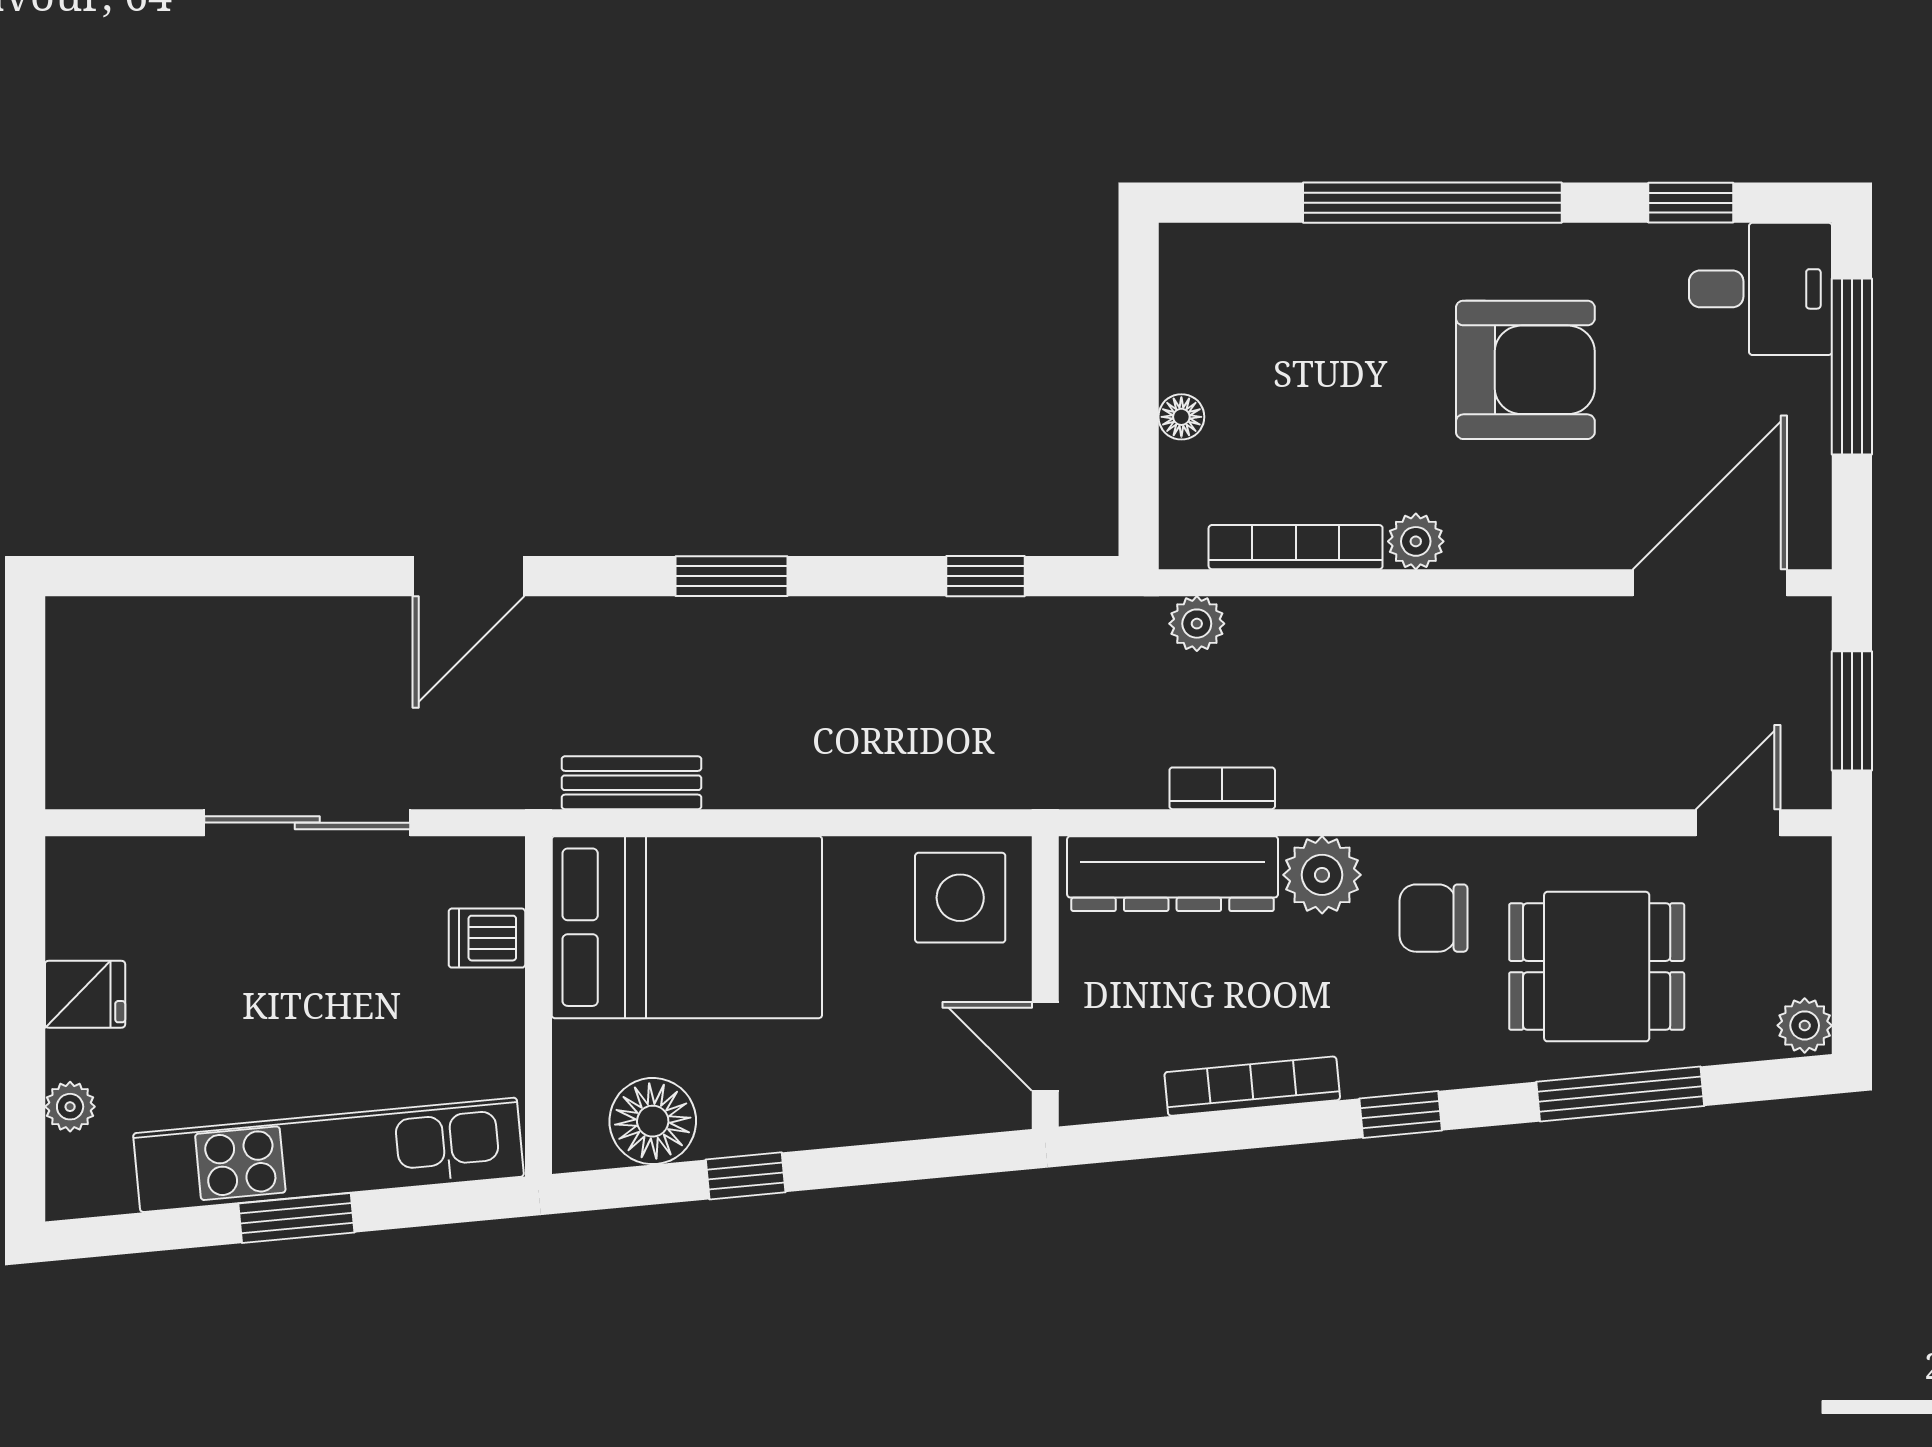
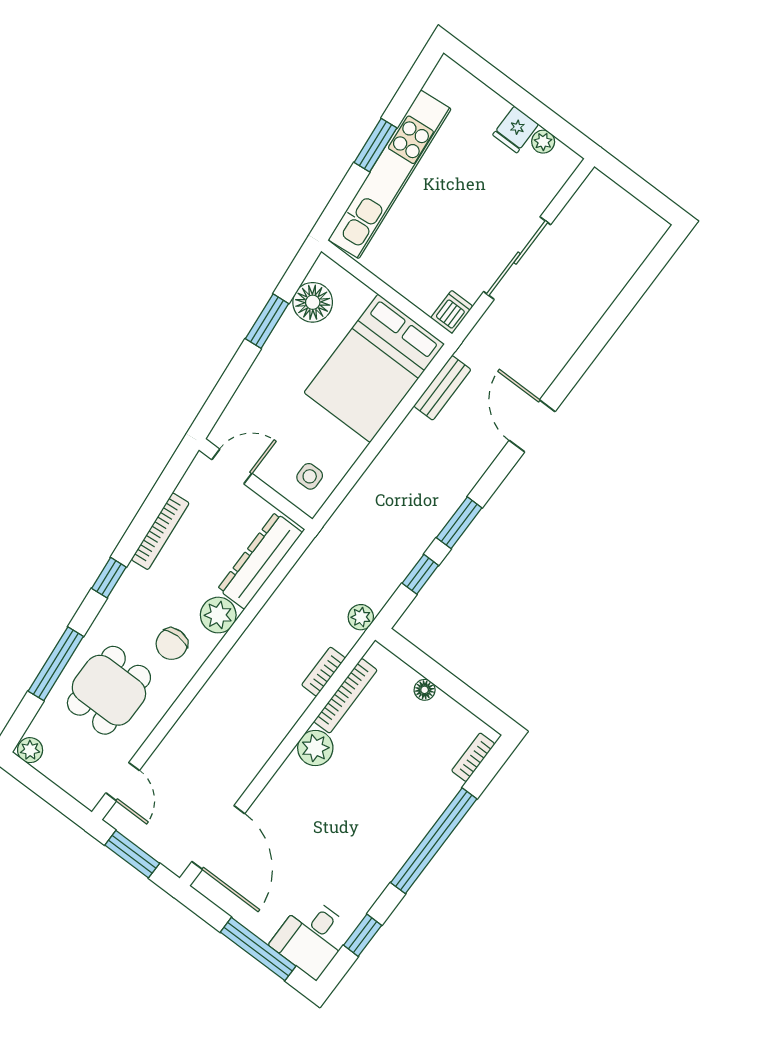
bookcase: (1235, 244) -> (473, 757), added
armchair: (1525, 370) -> (347, 829), removed
plant: (1416, 541) -> (315, 748), width x1.38, depth x1.38
door: (468, 576) -> (532, 426), moved
window: (732, 576) -> (459, 523), moved
plant: (1197, 624) -> (361, 617), moved
bookcase: (1222, 788) -> (323, 672), moved, turned 180
side table: (960, 898) -> (310, 476), width x0.54, depth x0.54
chair: (1433, 918) -> (172, 644), turned 180
dishwasher: (487, 938) -> (452, 312), moved
plant: (70, 1107) -> (543, 142), moved
window: (746, 1176) -> (267, 321), width x1.50

